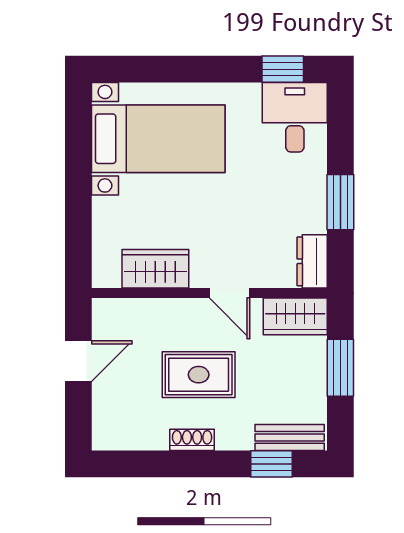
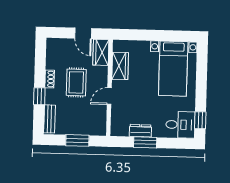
dresser: (312, 261) -> (140, 131), moved
wardrobe: (295, 316) -> (101, 52), moved
window: (272, 464) -> (39, 96), moved

